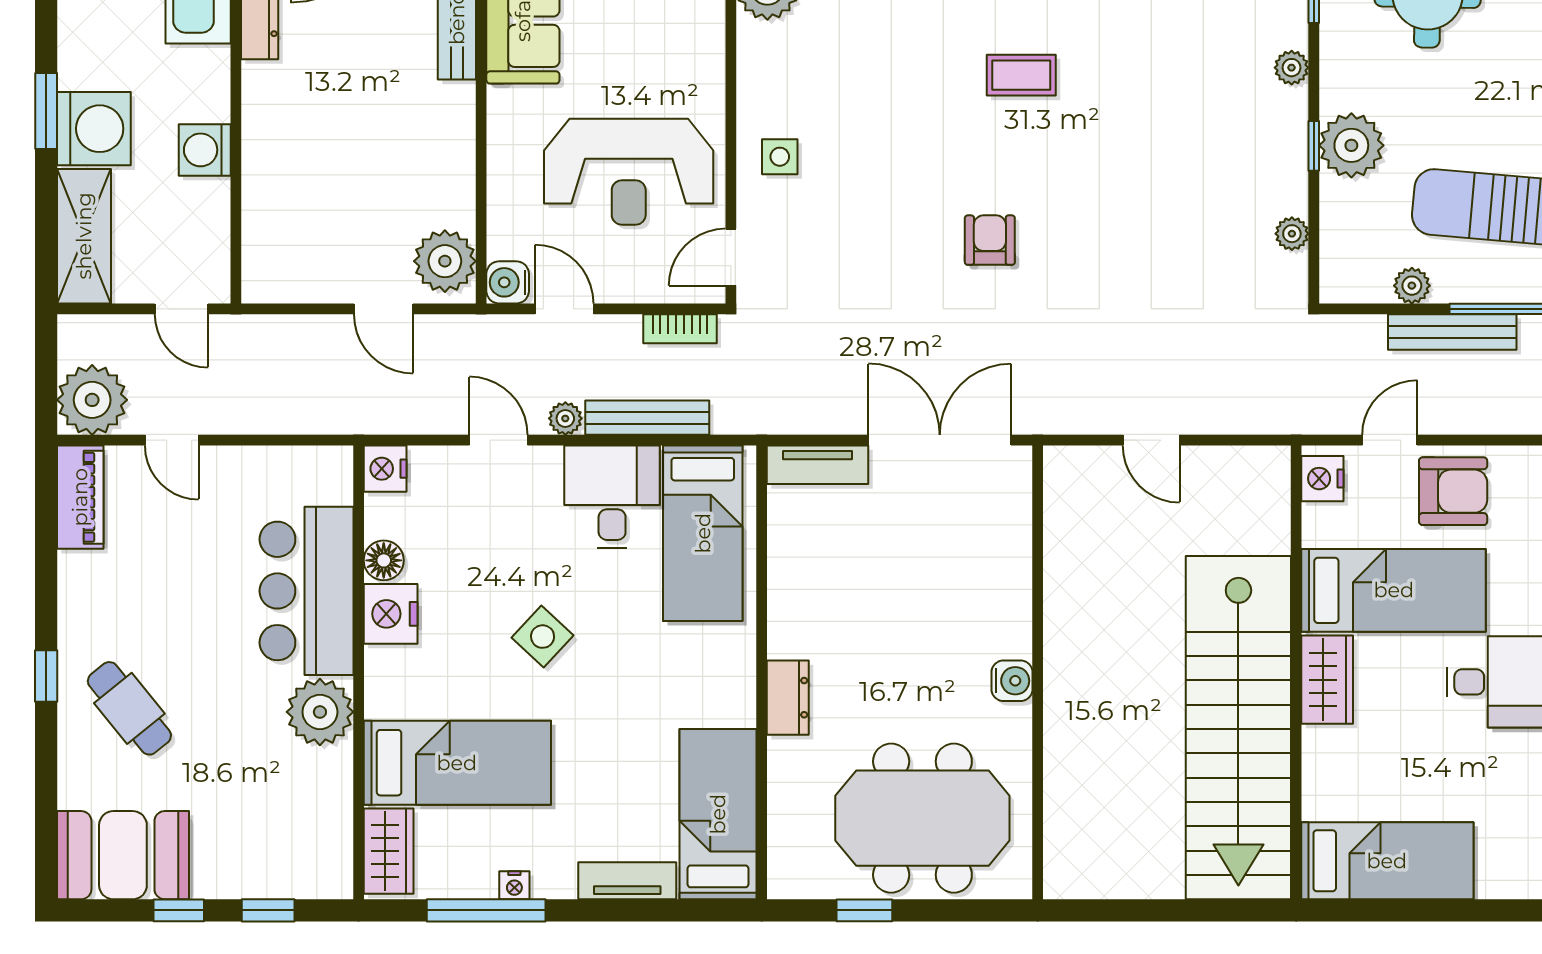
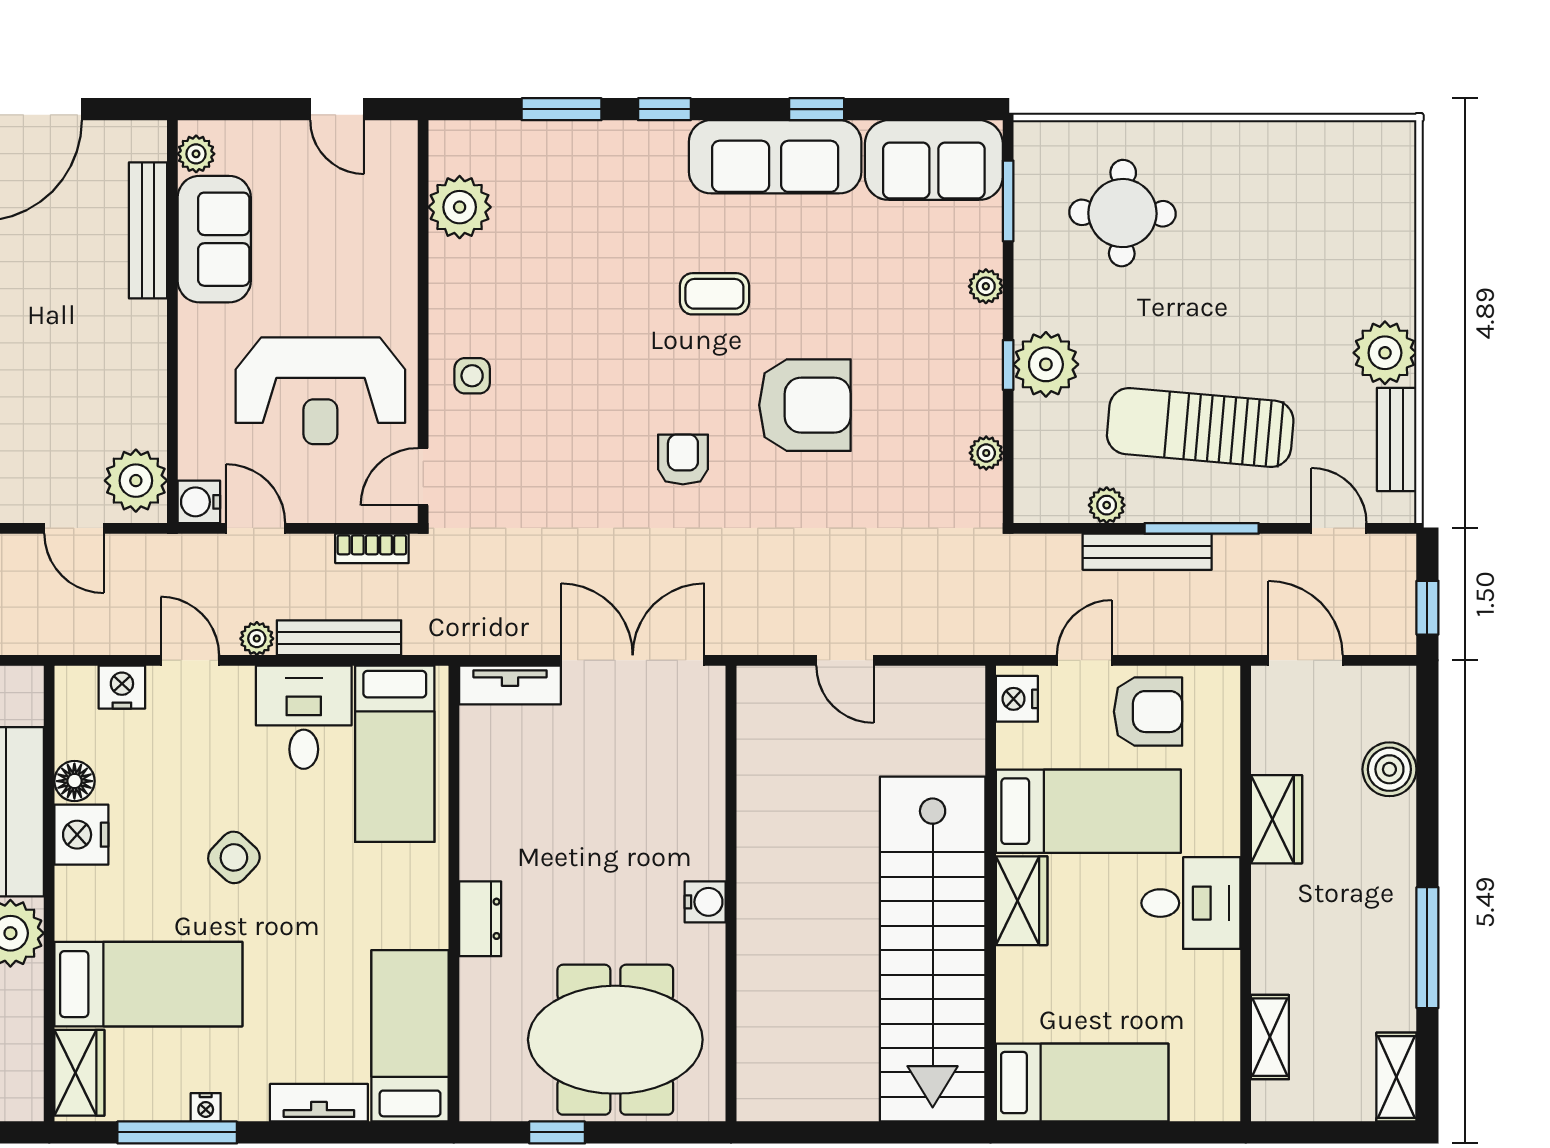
armchair: (1111, 186) -> (805, 405), added
nightstand: (385, 469) -> (122, 687), moved, turned 90

